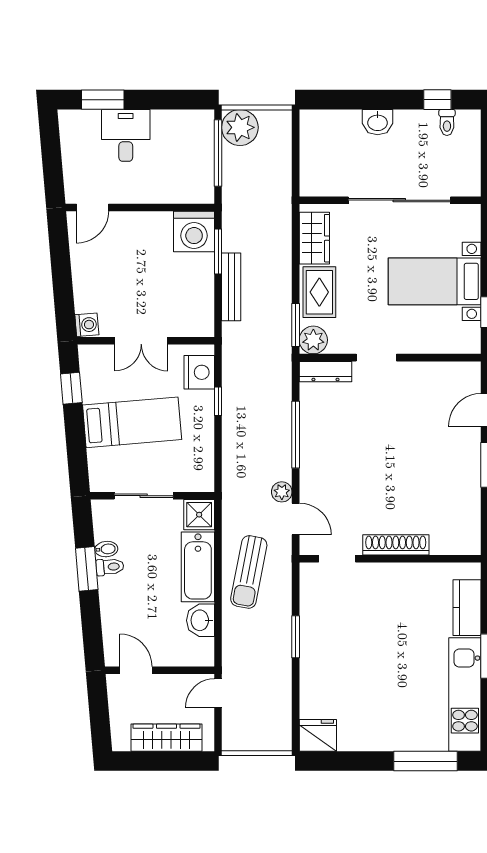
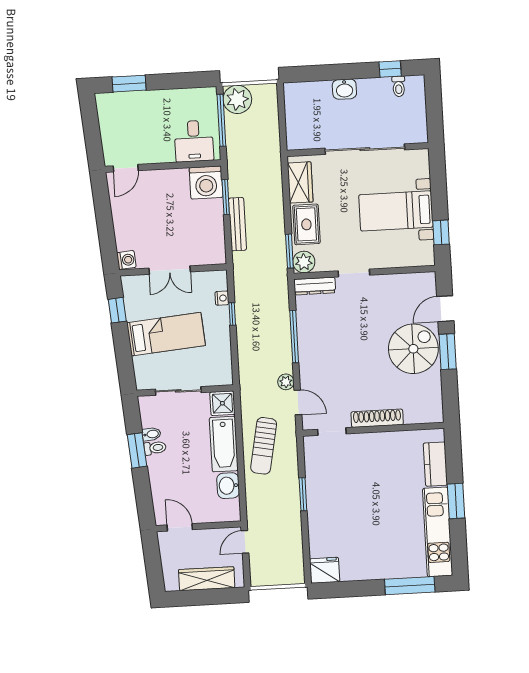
desk: (126, 135) -> (194, 141), moved, turned 180
nightstand: (199, 372) -> (222, 298), width x0.53, depth x0.56
spiral stairs: (447, 459) -> (413, 349), added

